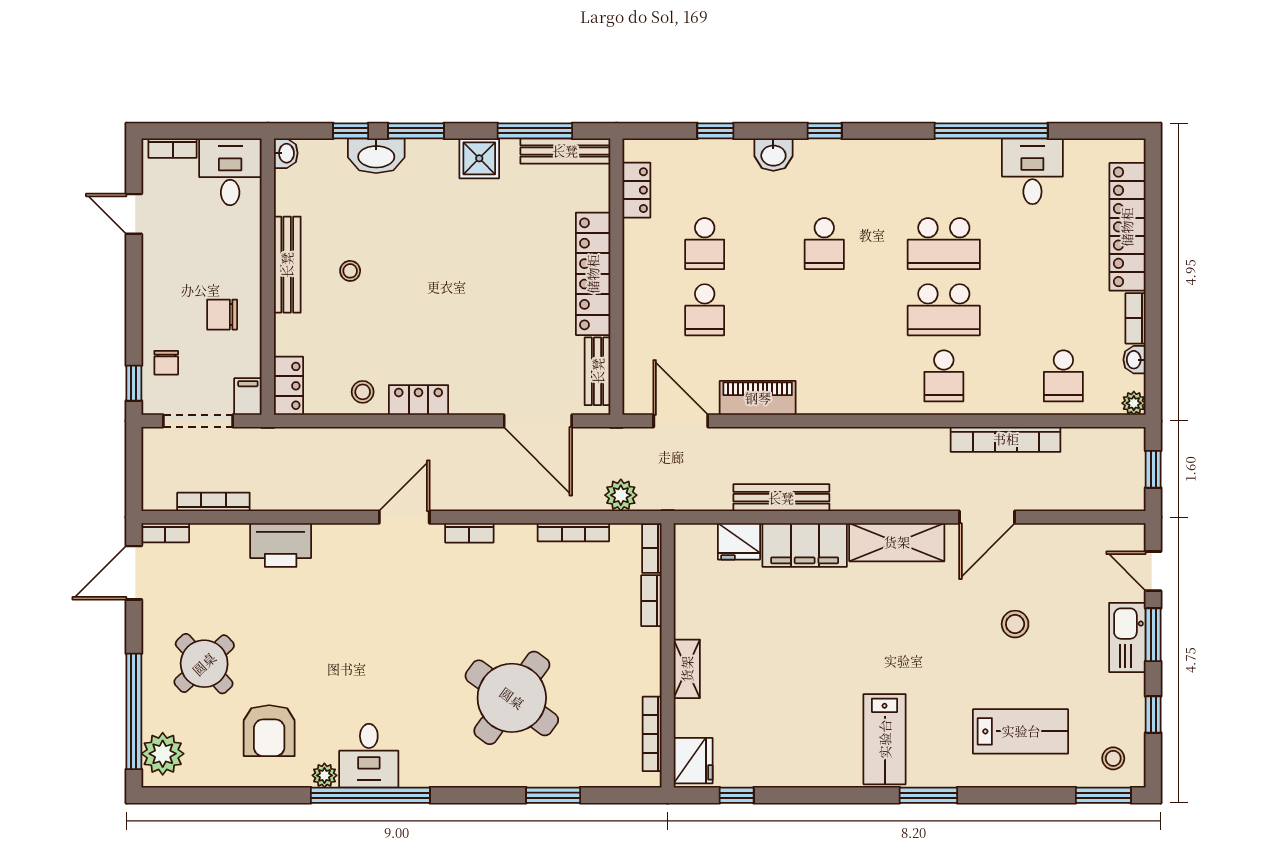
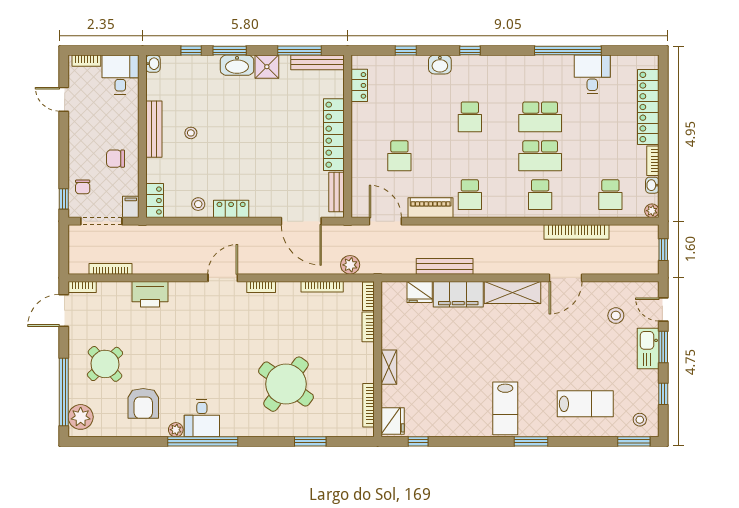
washbasin: (376, 156) -> (237, 65), moved
school desk: (705, 244) -> (470, 195), moved
stool: (1015, 624) -> (616, 316), moved

